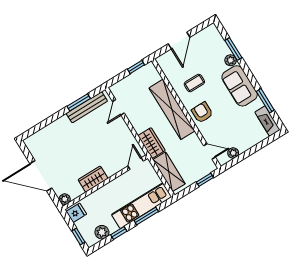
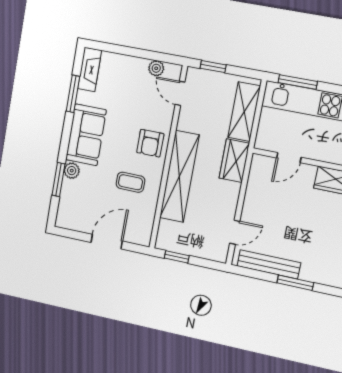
window: (79, 102) -> (295, 283), moved
door: (136, 164) -> (289, 158), moved
window: (146, 216) -> (298, 82), moved

